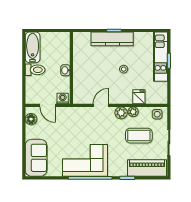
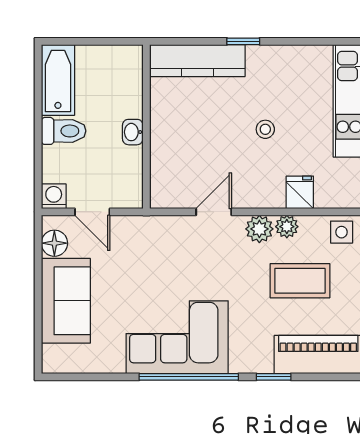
kitchen counter: (112, 39) -> (197, 61), moved
washing machine: (63, 98) -> (54, 196), moved
sofa: (36, 158) -> (66, 301), moved

